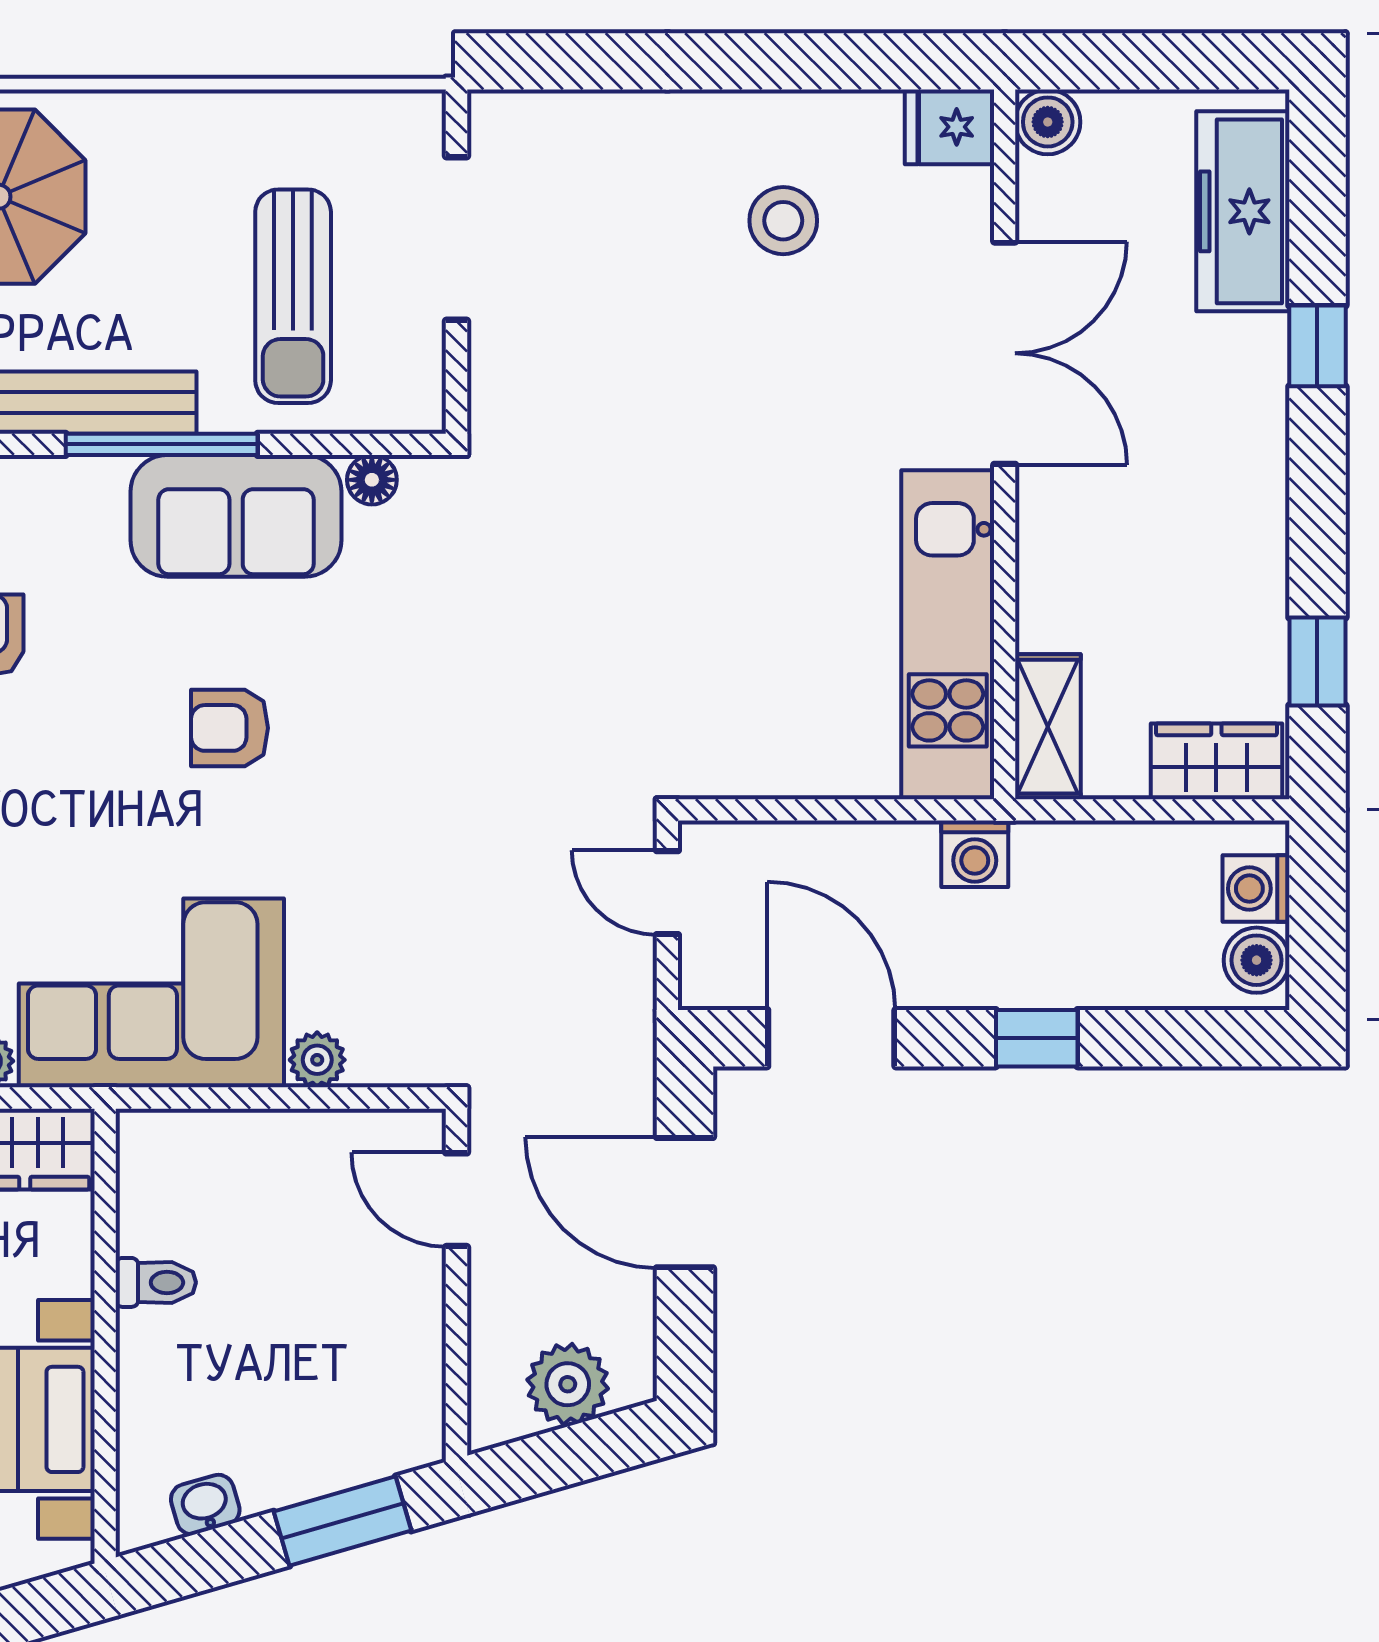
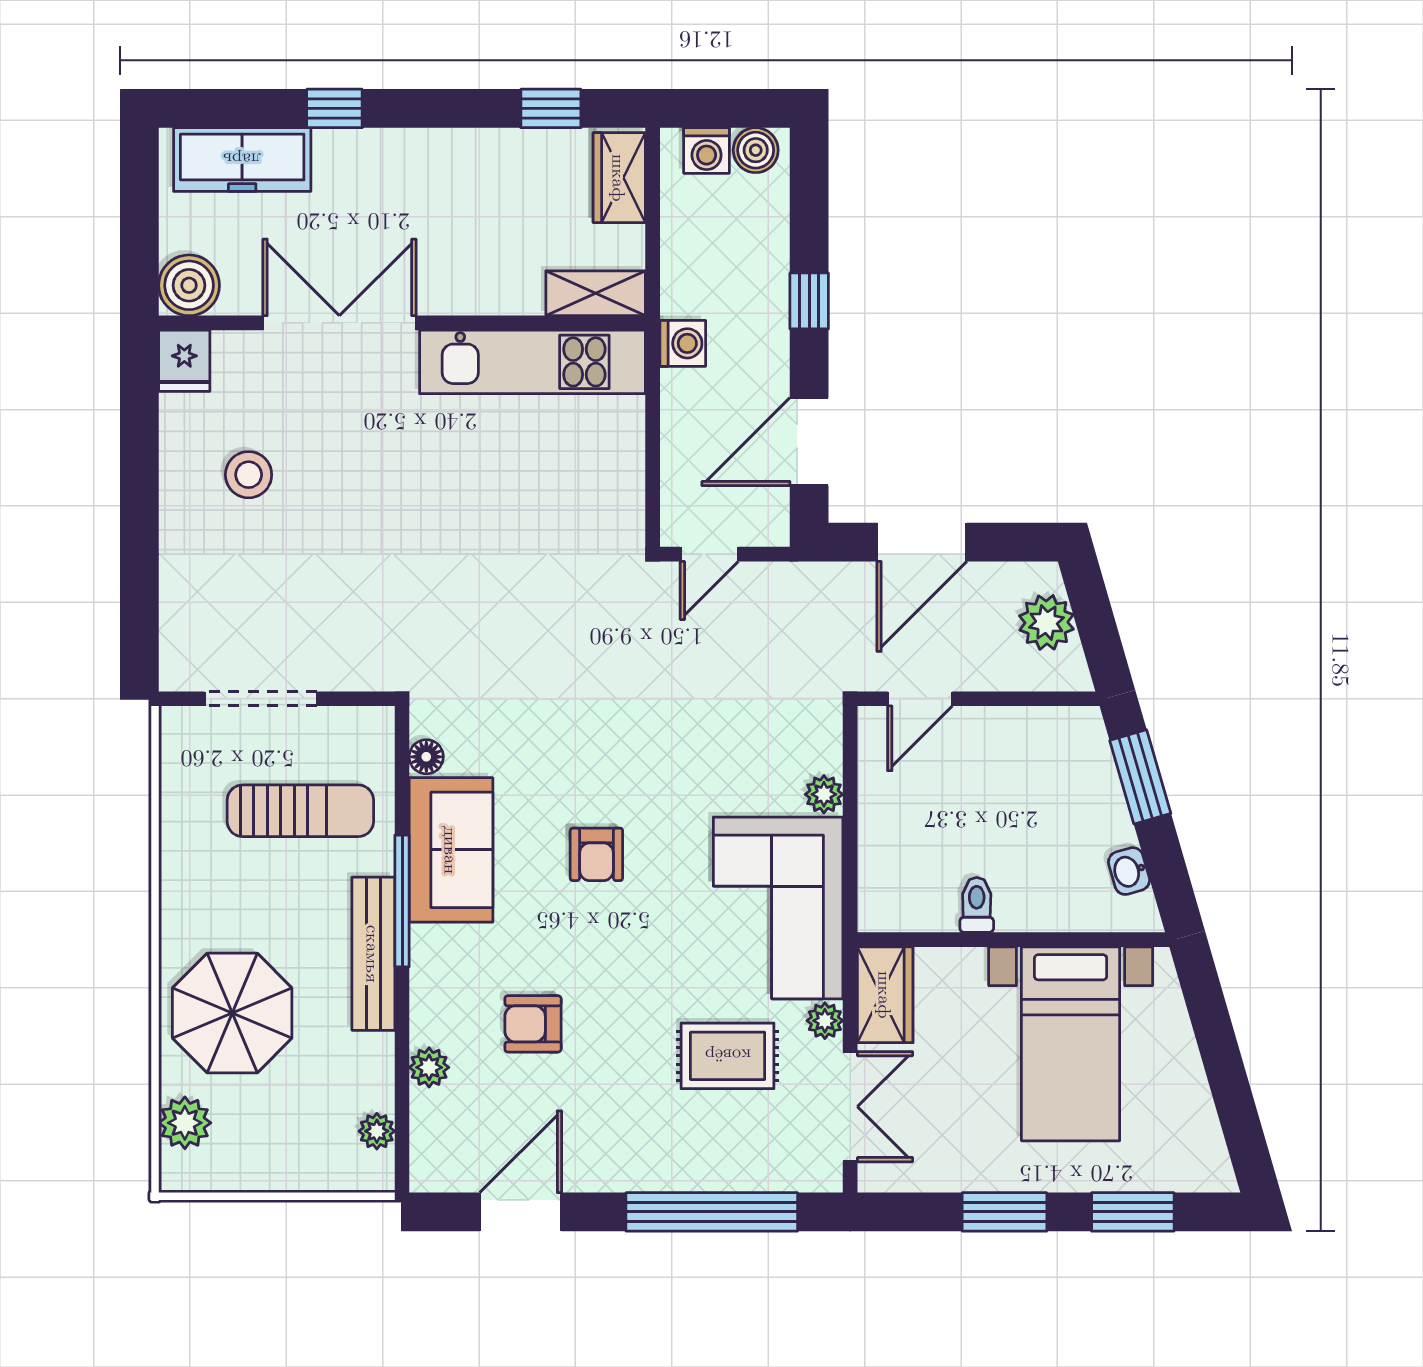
boiler: (1048, 122) -> (189, 285), width x1.36, depth x1.36

